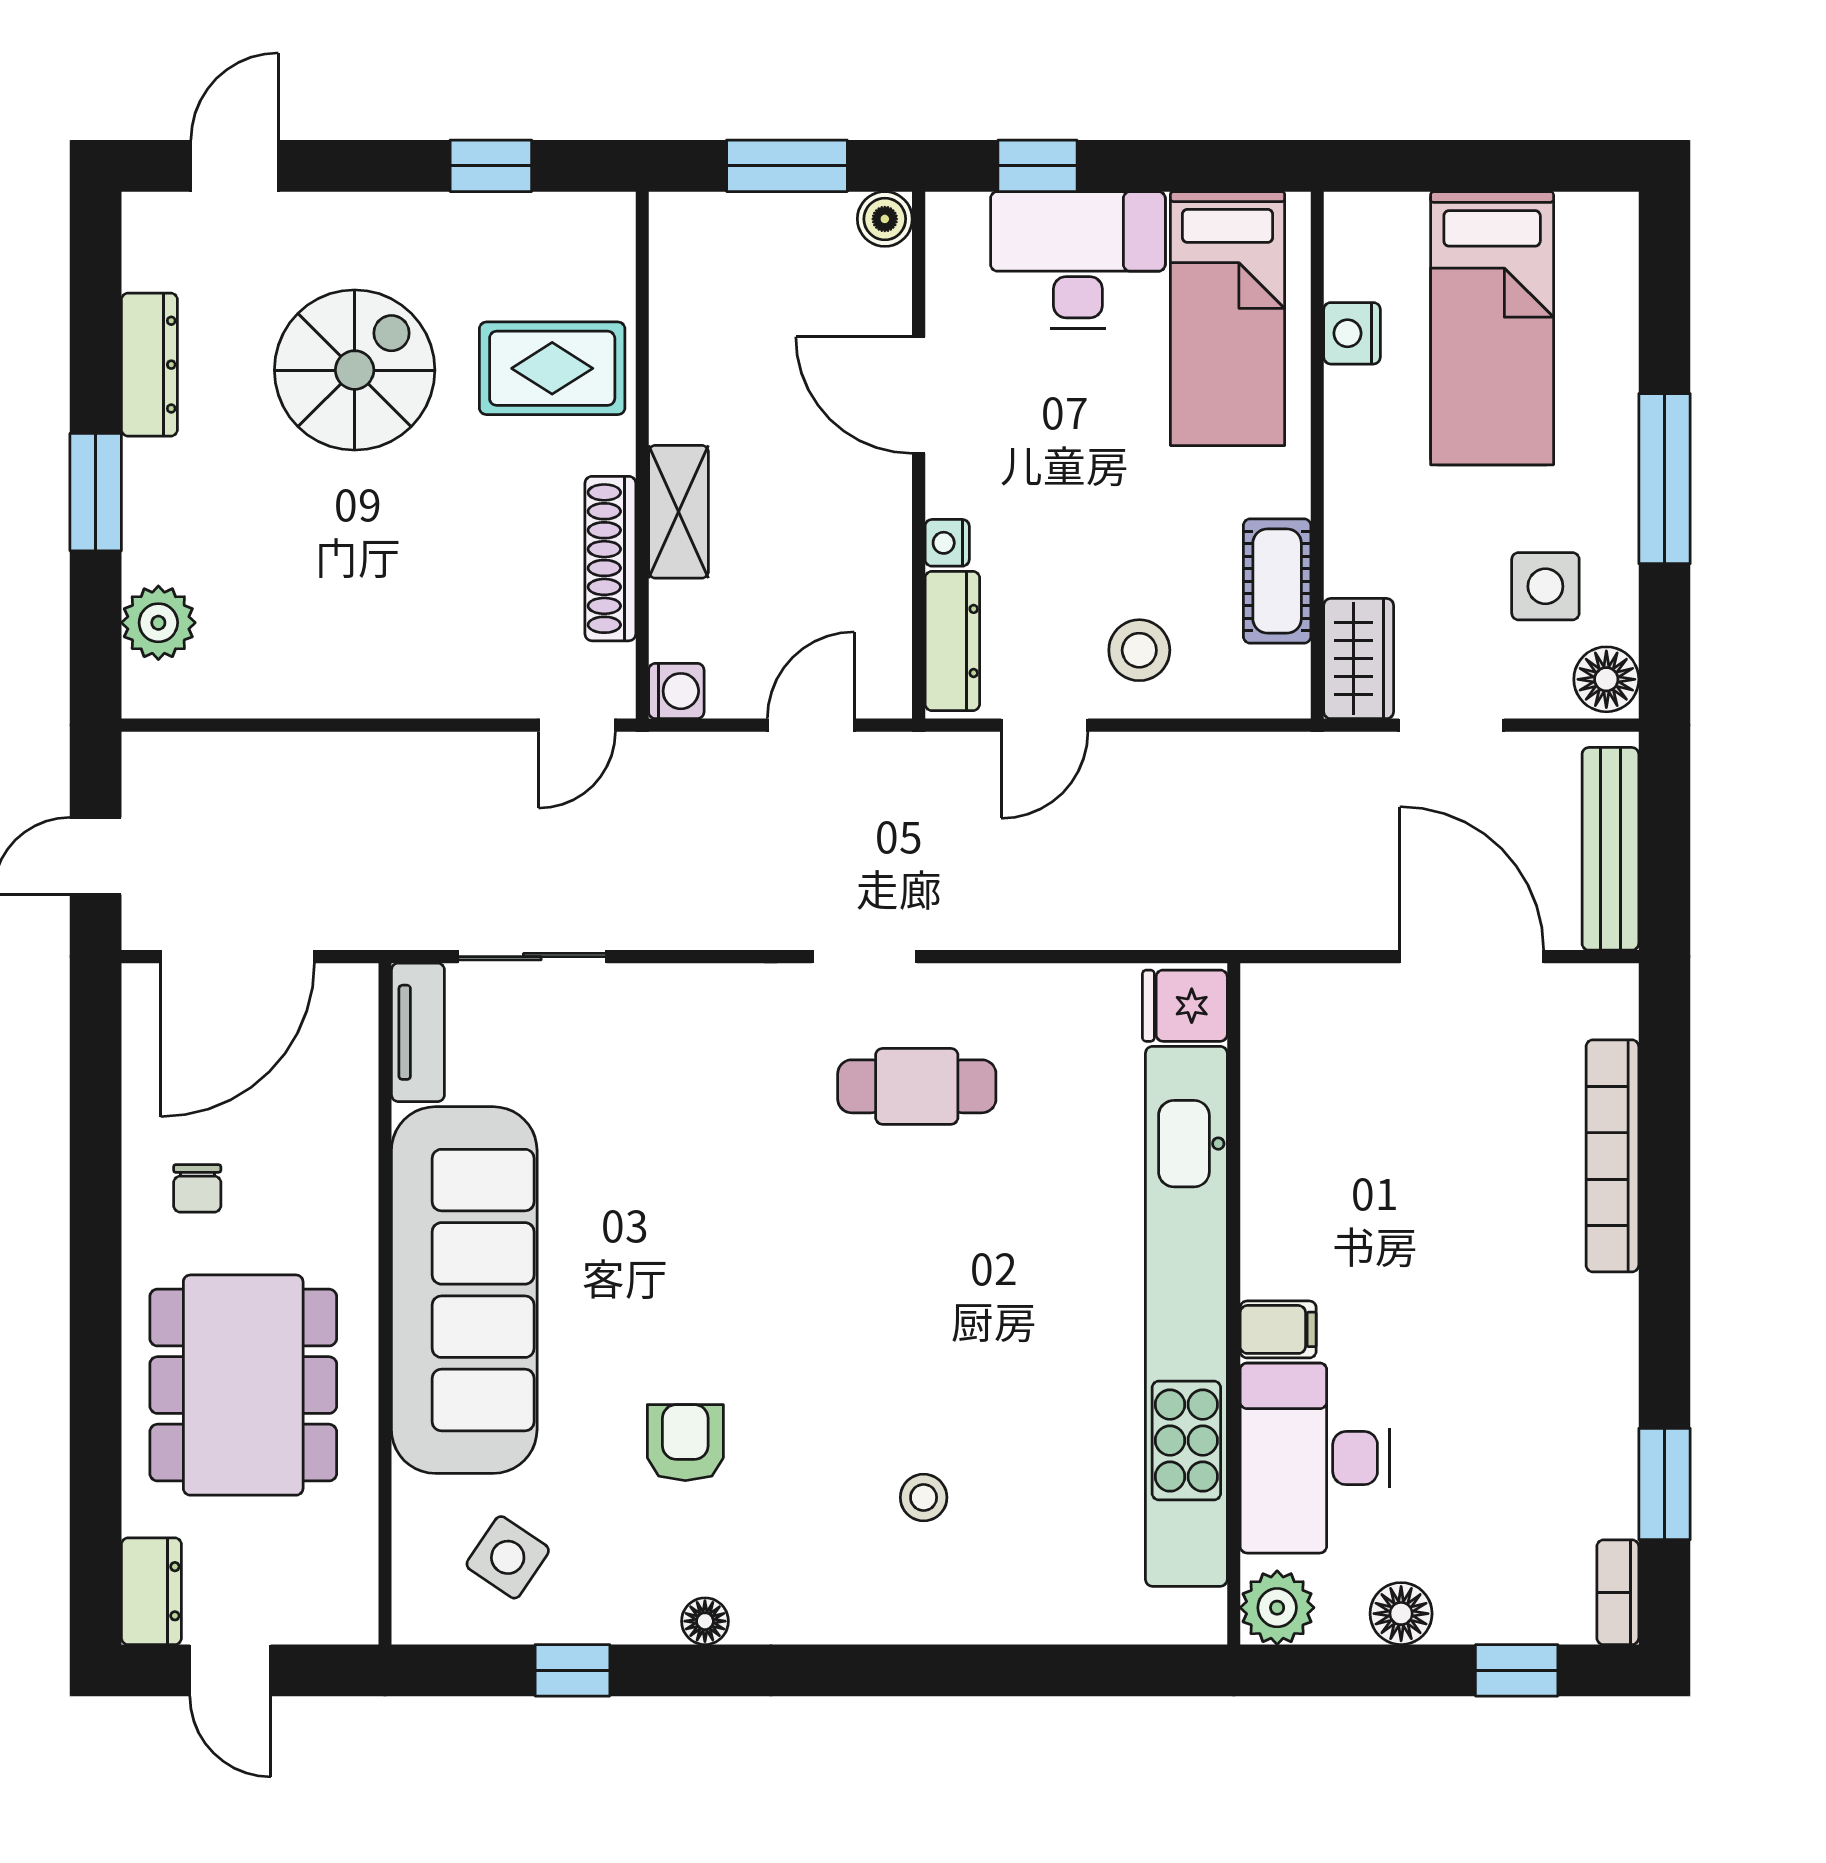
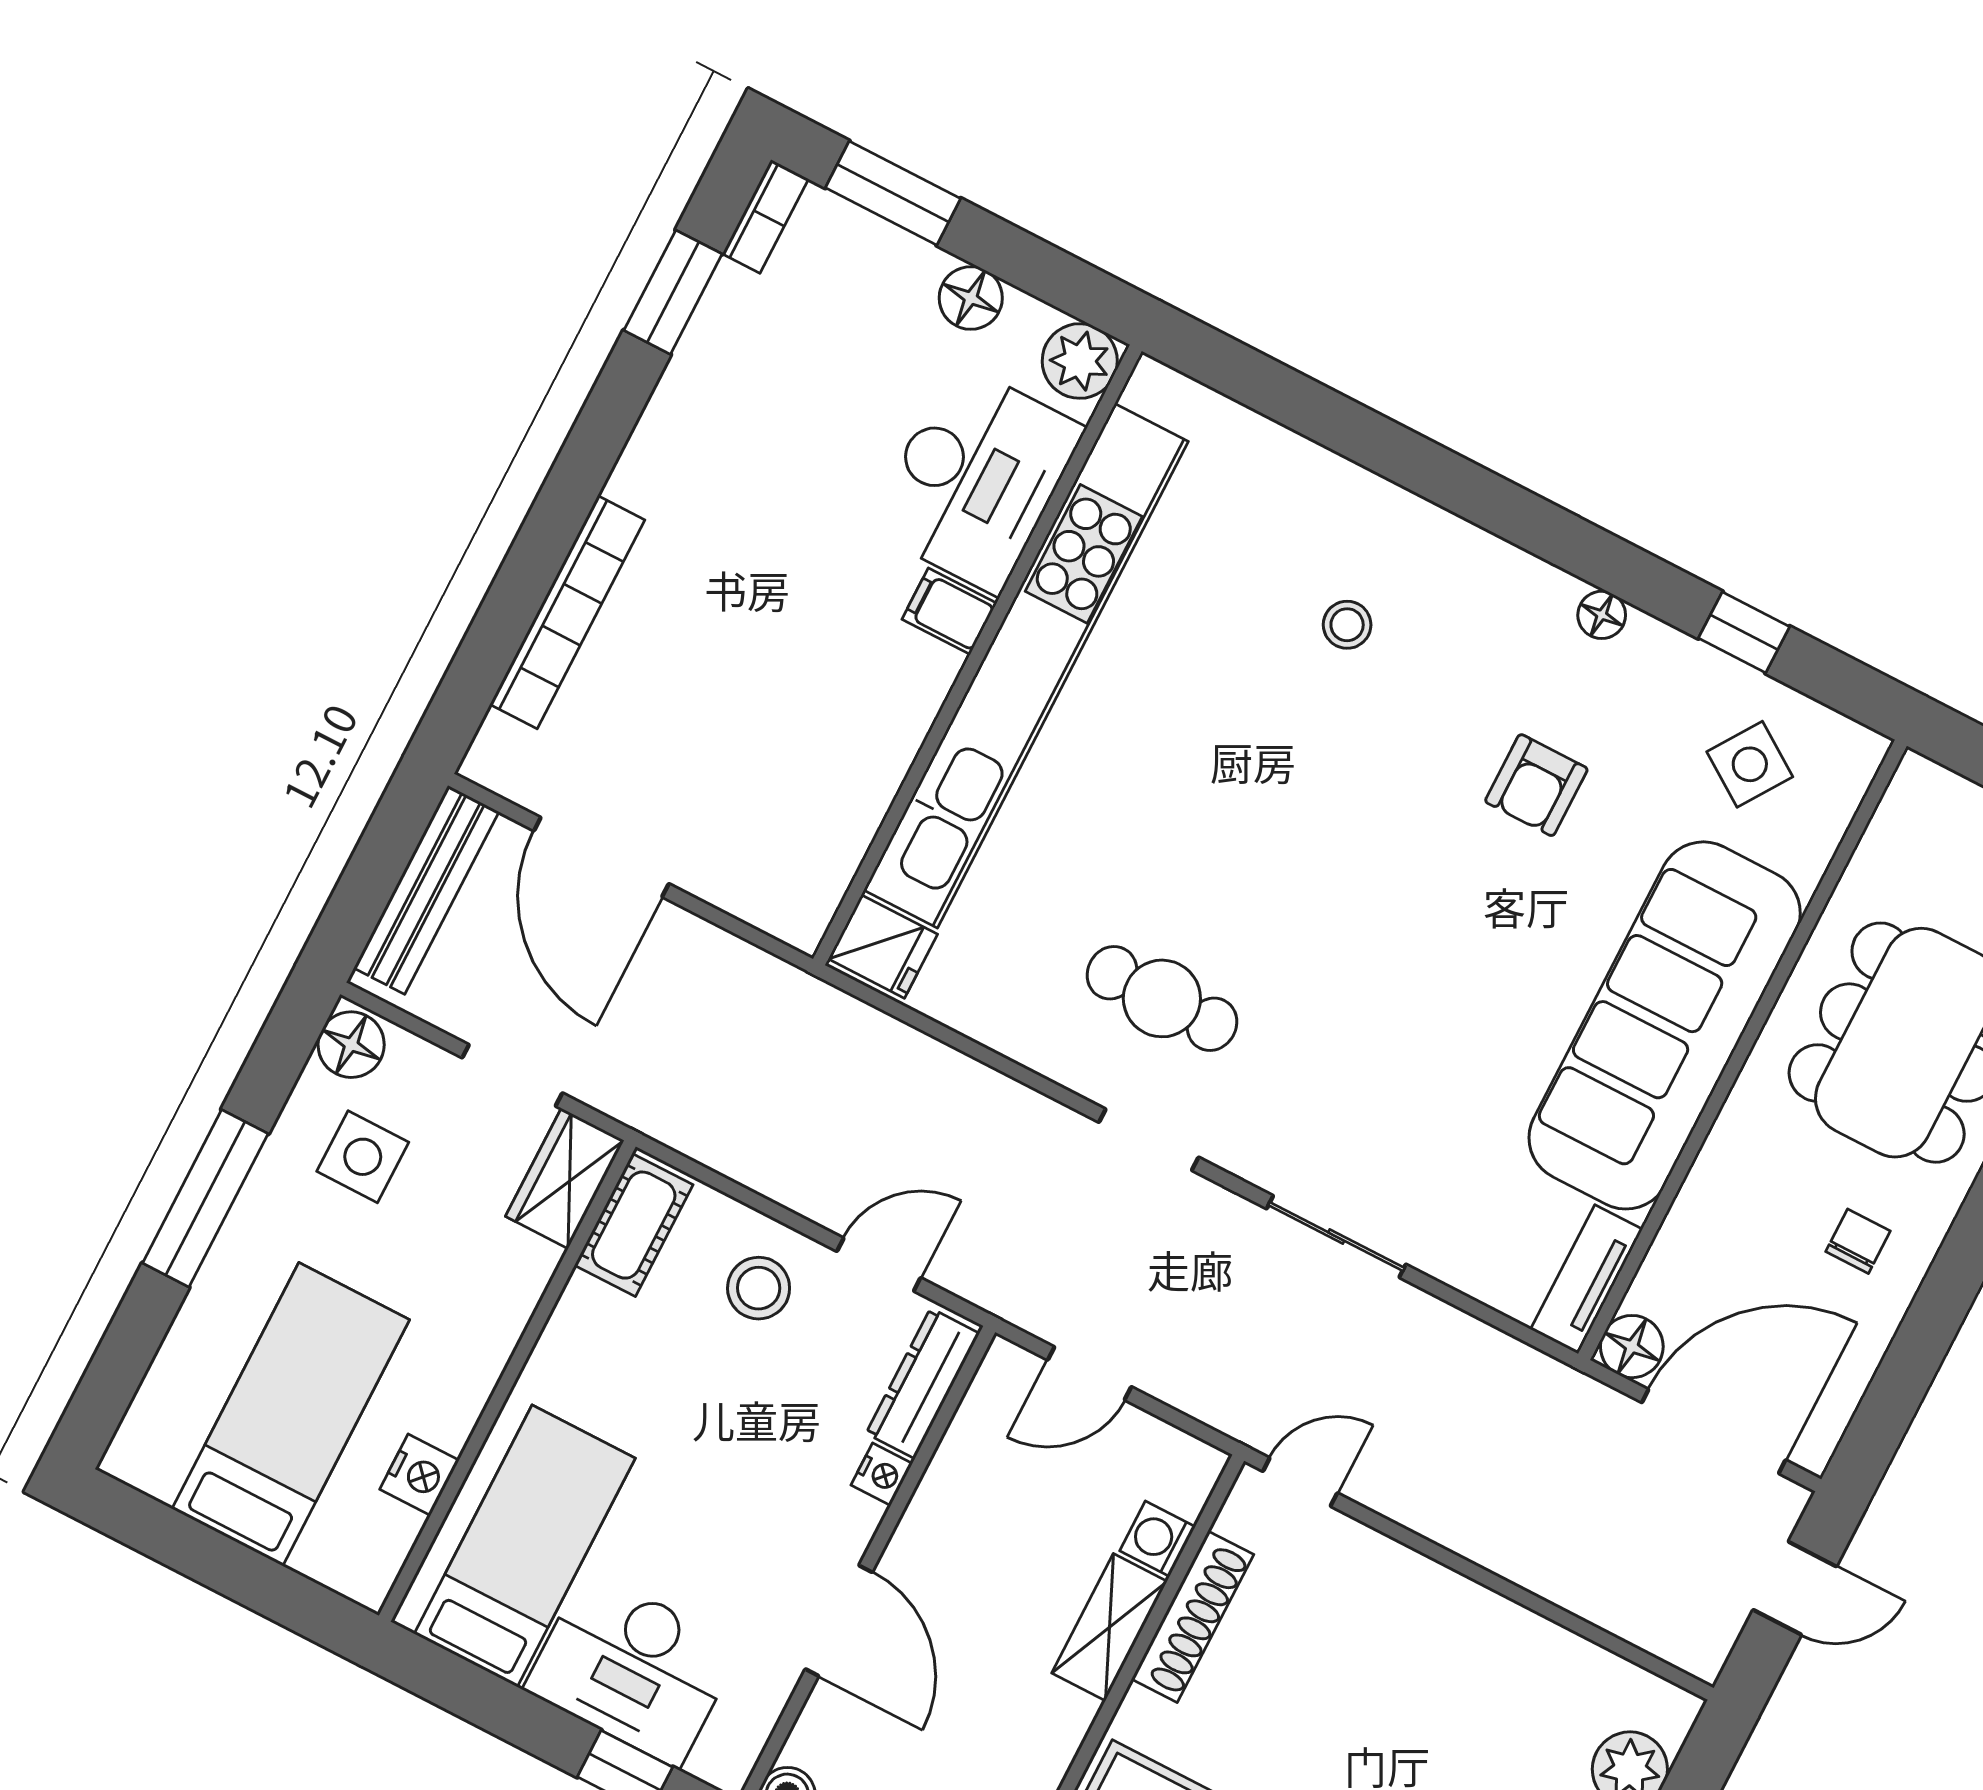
cot: (1277, 581) -> (634, 1225), moved
washing machine: (676, 691) -> (1158, 1539), moved
sliding door: (532, 957) -> (1336, 1236), moved
floor lamp: (348, 994) -> (1632, 1347), added
window: (1517, 1670) -> (893, 193), width x1.50

